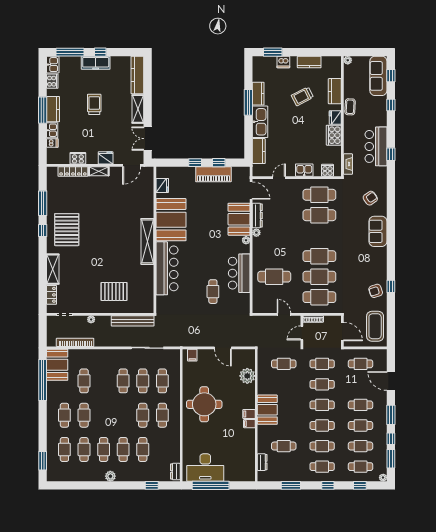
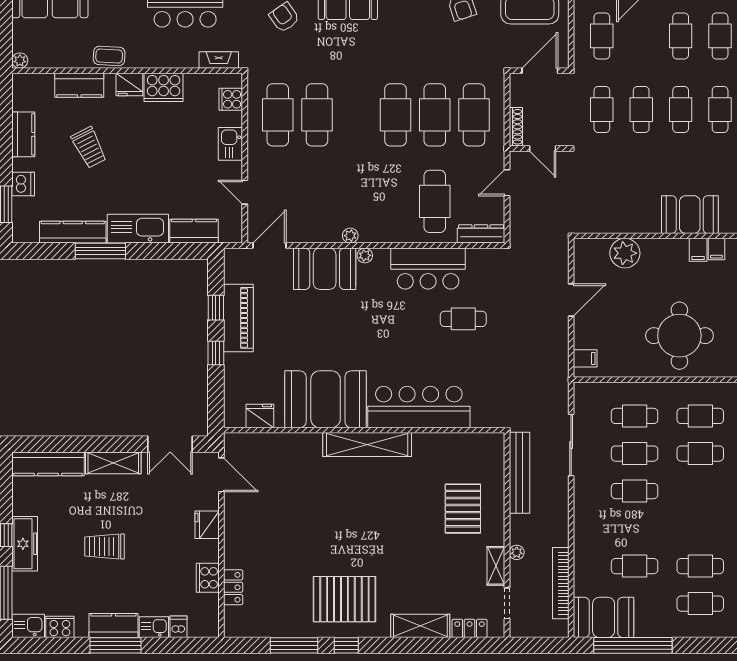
kitchen counter: (258, 94) -> (73, 232), width x1.50
shelving: (99, 171) -> (496, 566), moved
locker: (73, 172) -> (233, 587), width x0.66
dresser: (257, 215) -> (481, 234), moved
cafe table: (284, 364) -> (602, 183), removed

